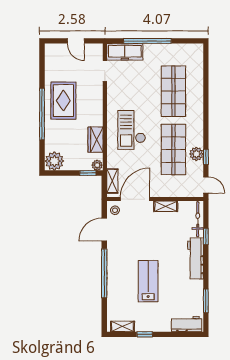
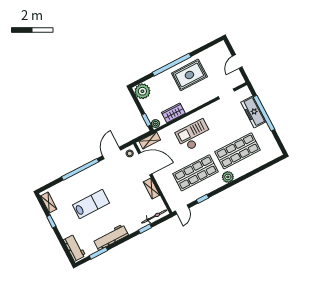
freezer: (125, 52) -> (253, 112), moved
plant: (196, 154) -> (228, 177), moved
door: (104, 230) -> (112, 153), hinge flipped
workbench: (196, 258) -> (111, 237), moved

